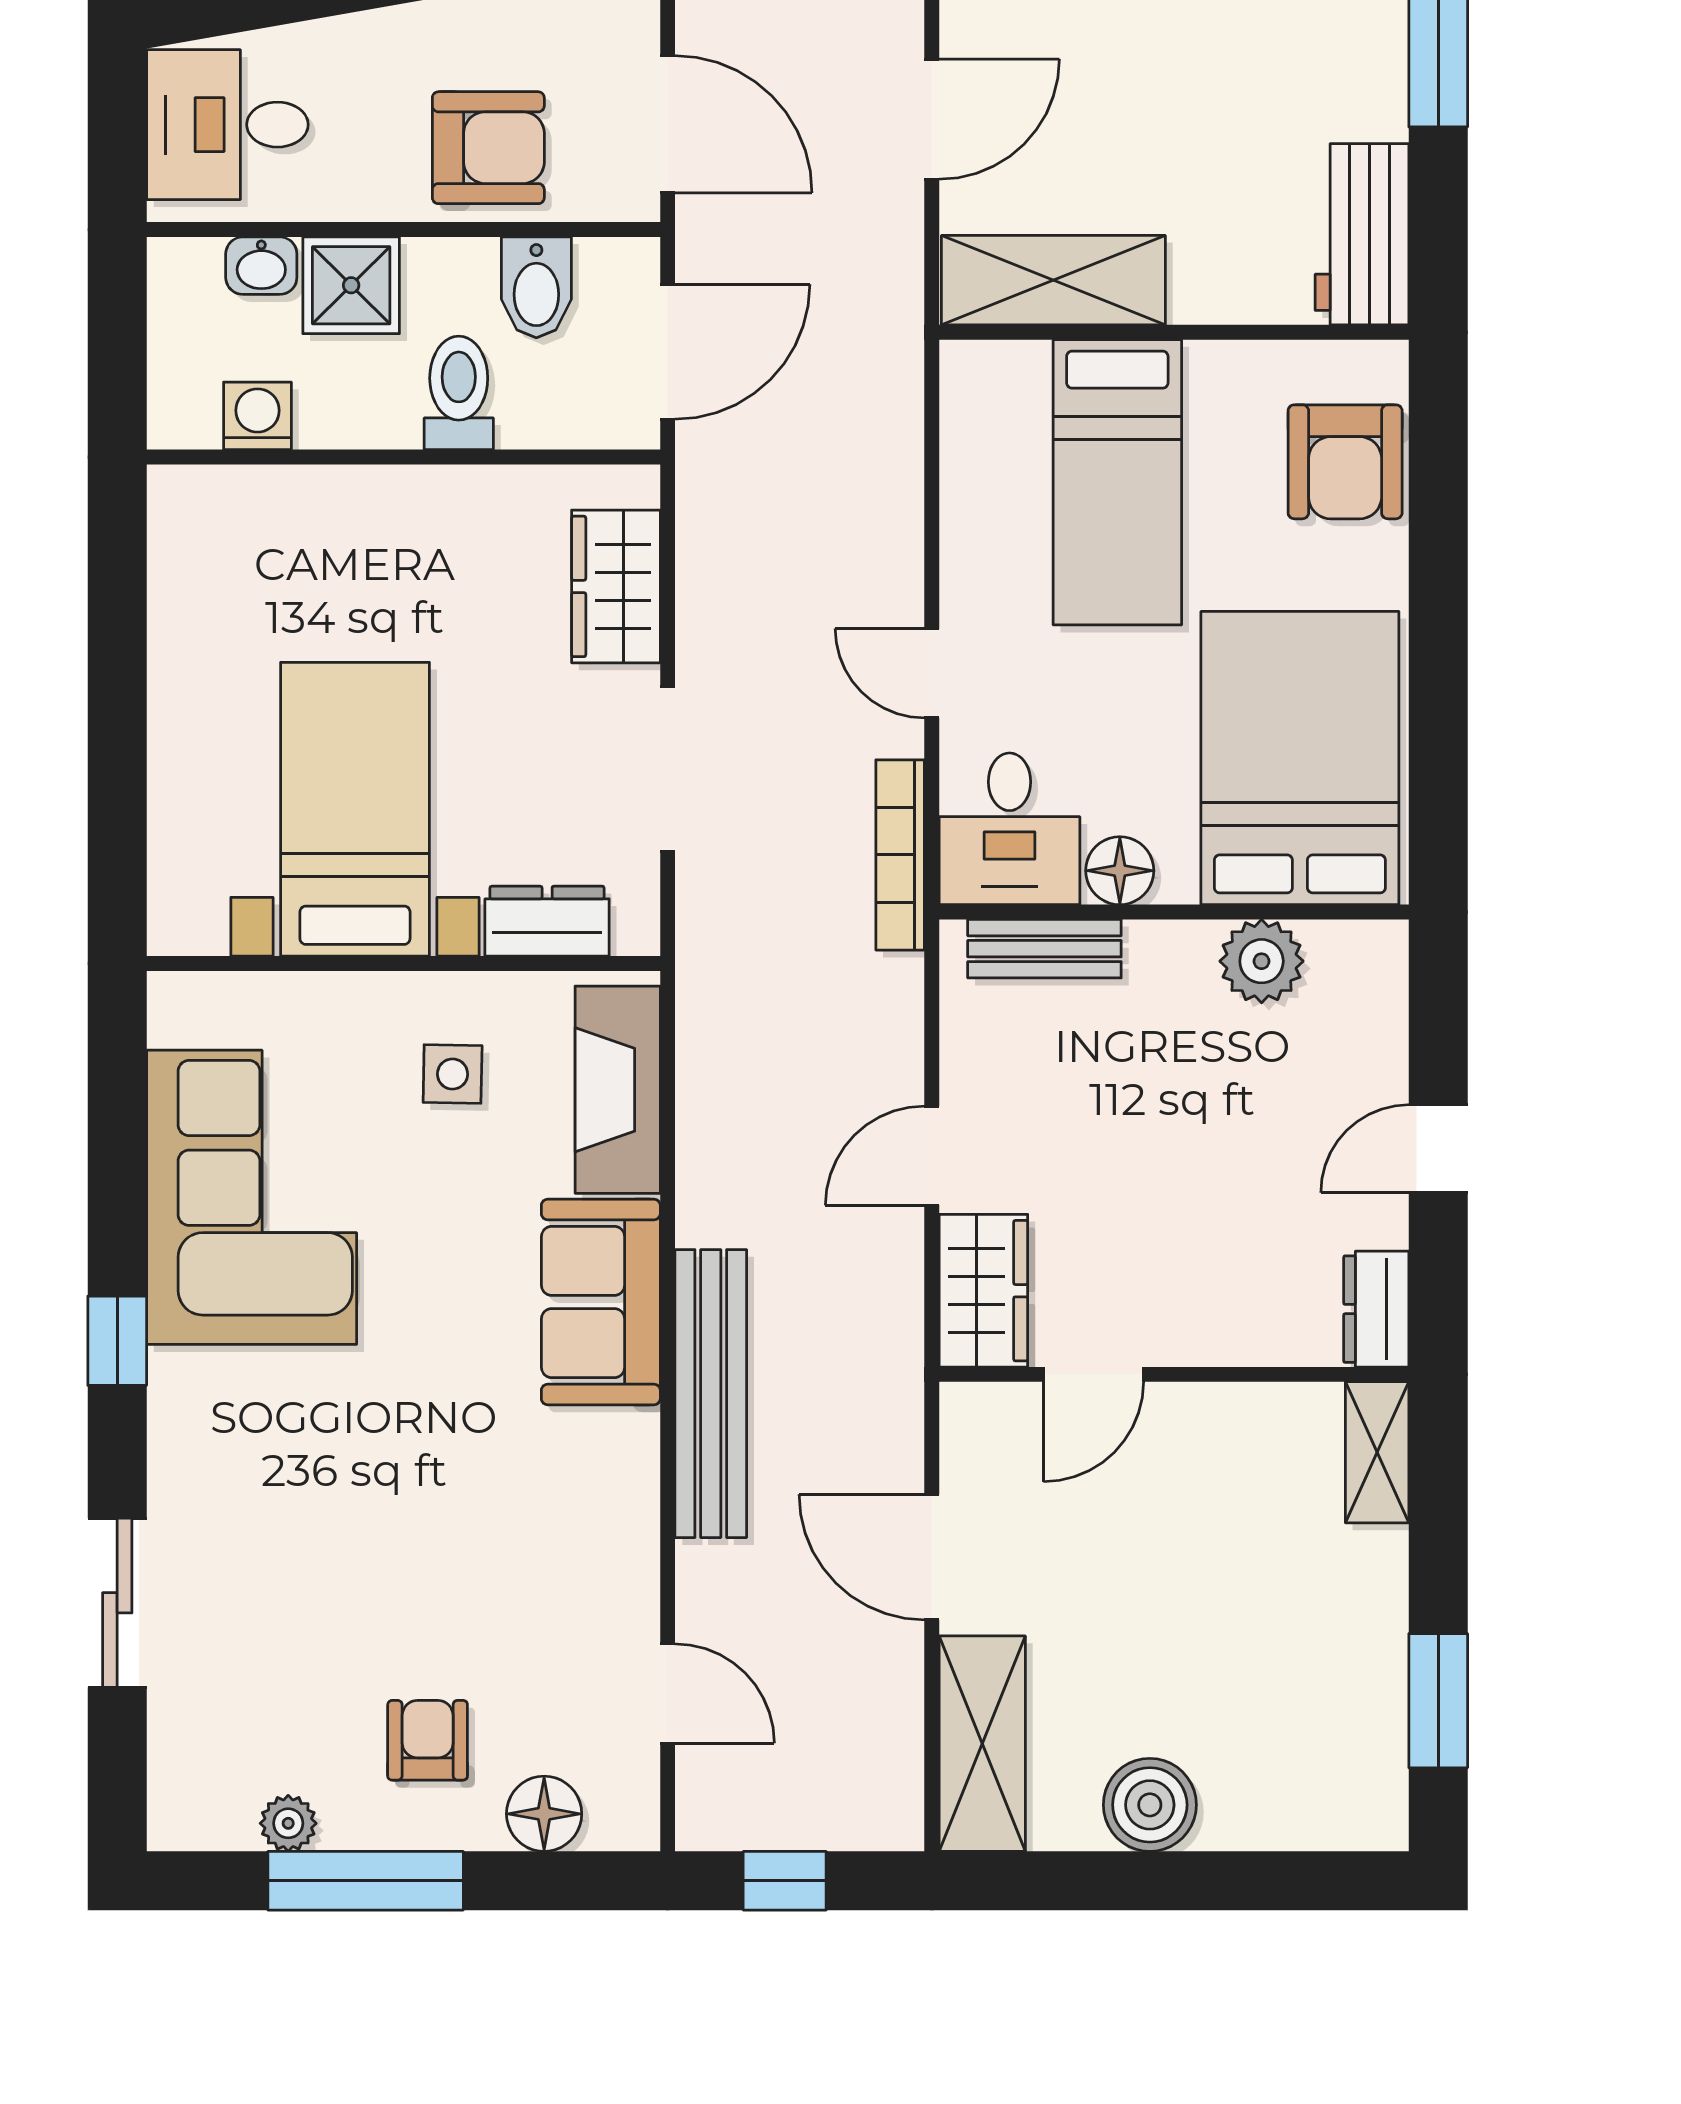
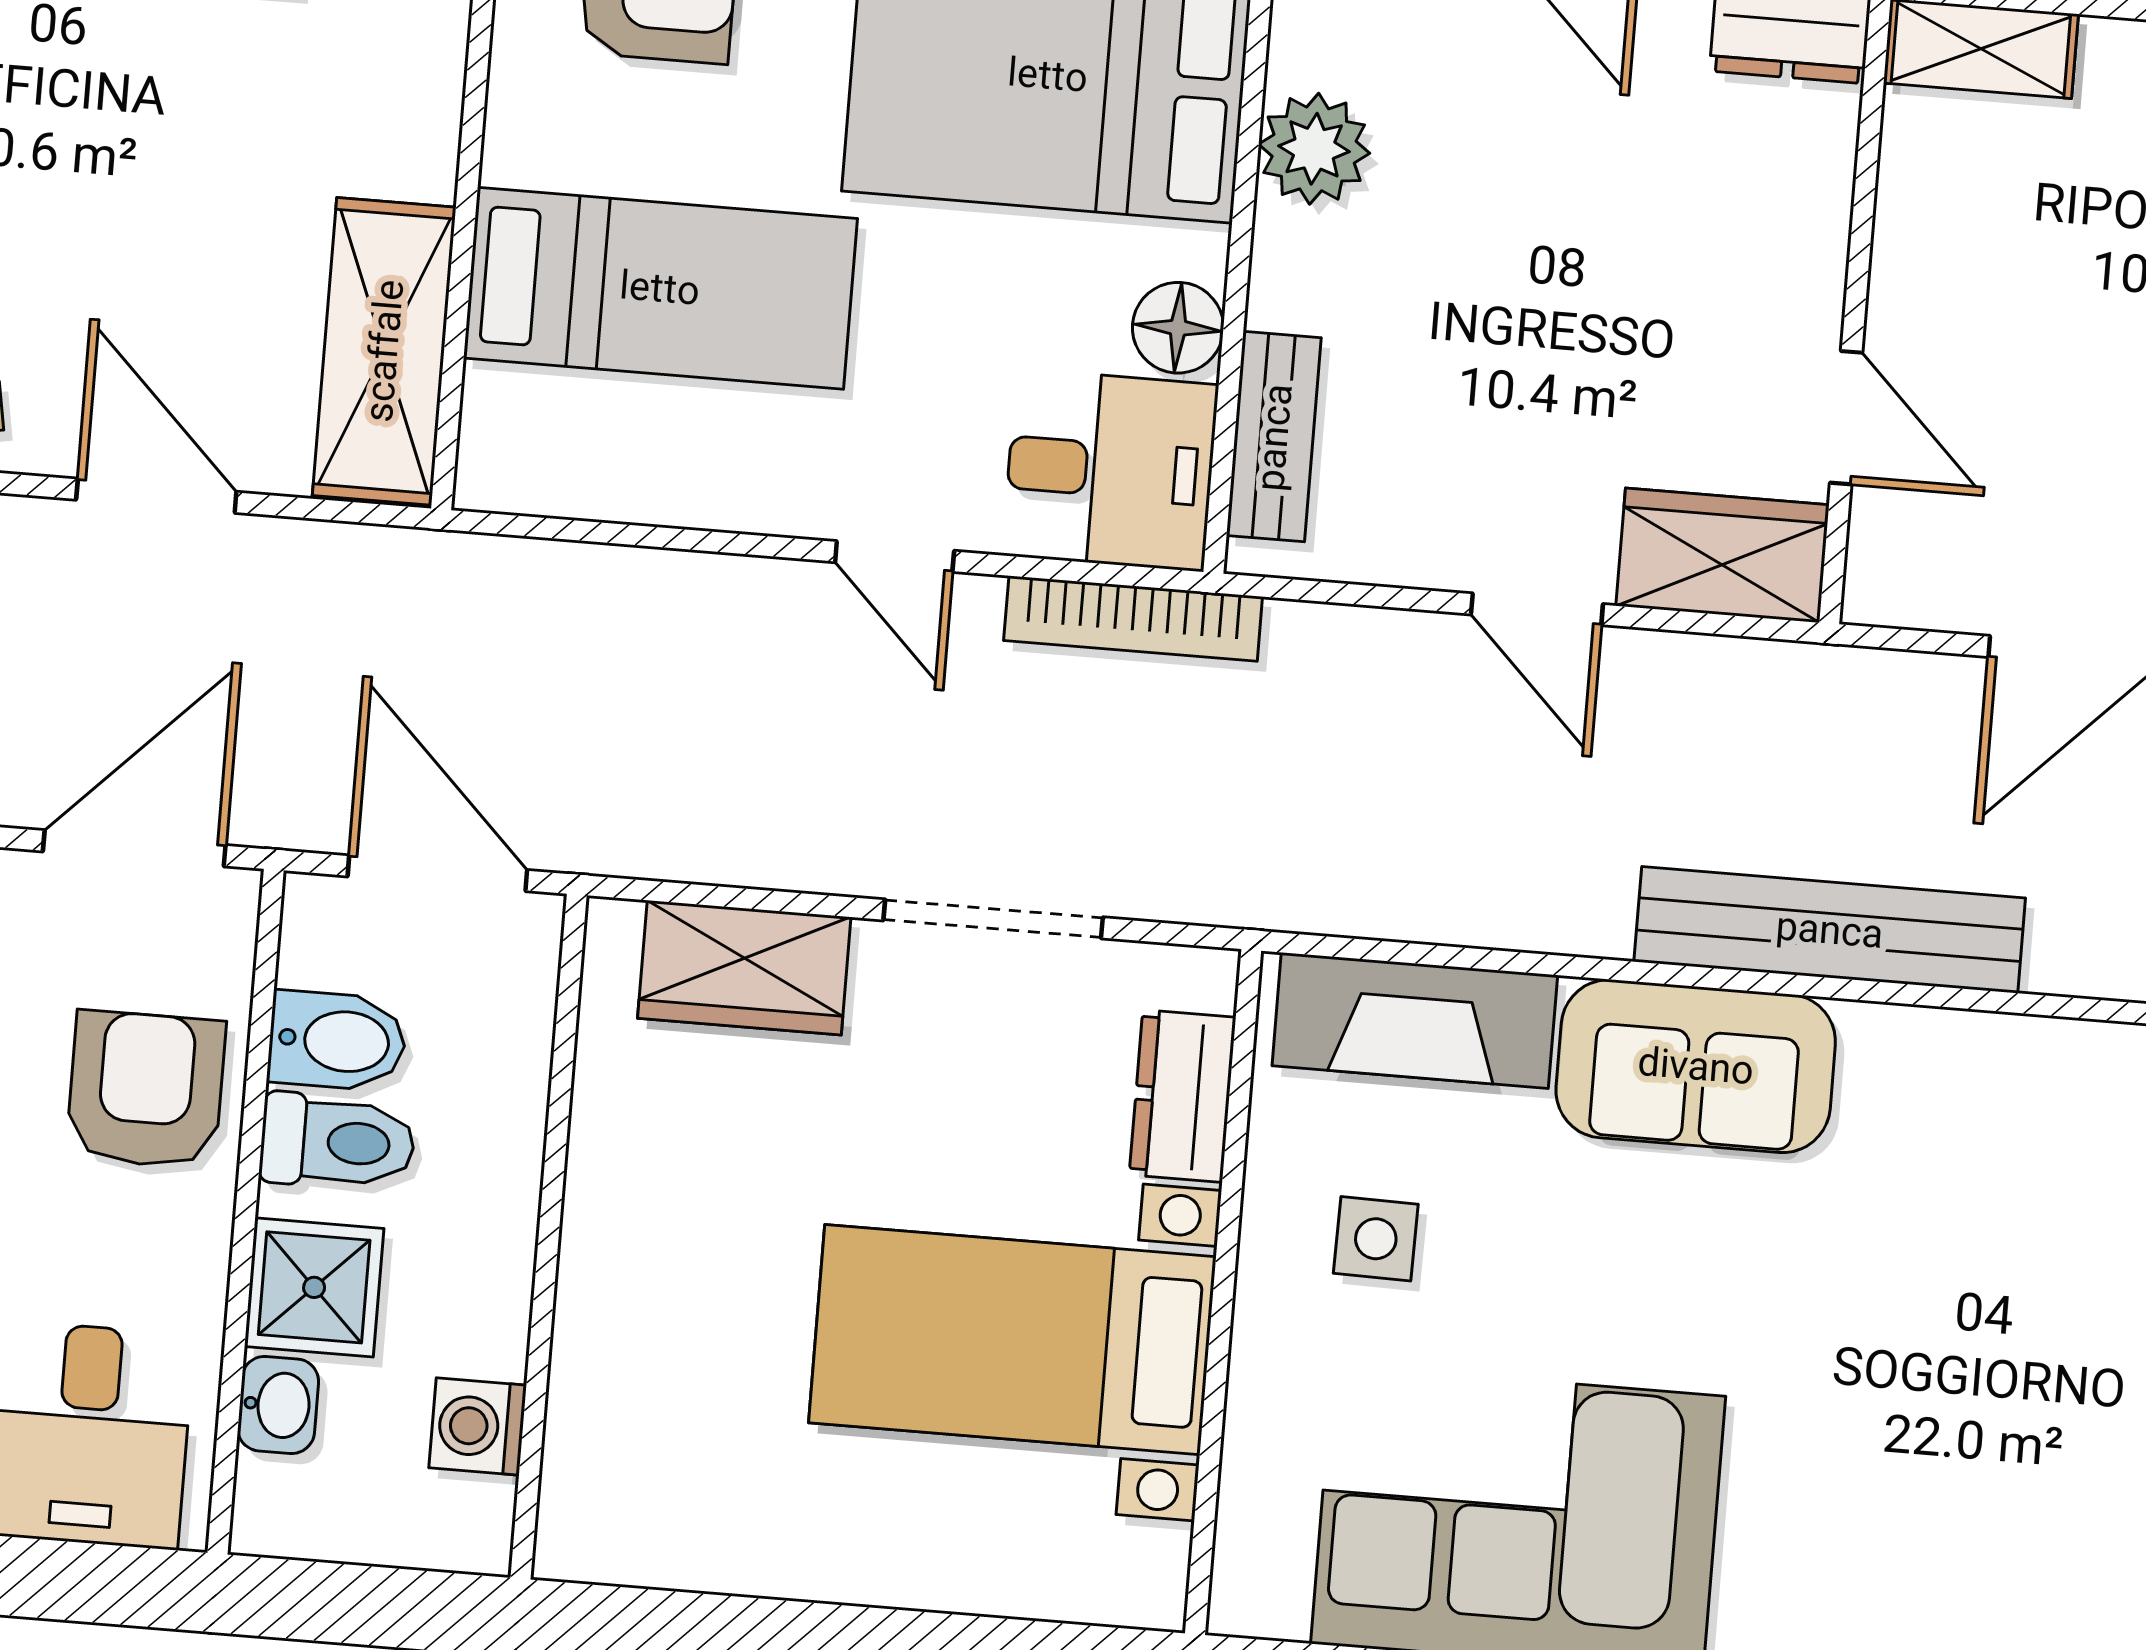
toilet: (459, 393) -> (337, 1142), moved, turned 180
door: (932, 673) -> (895, 556), hinge flipped

